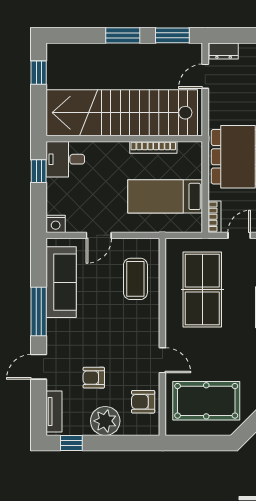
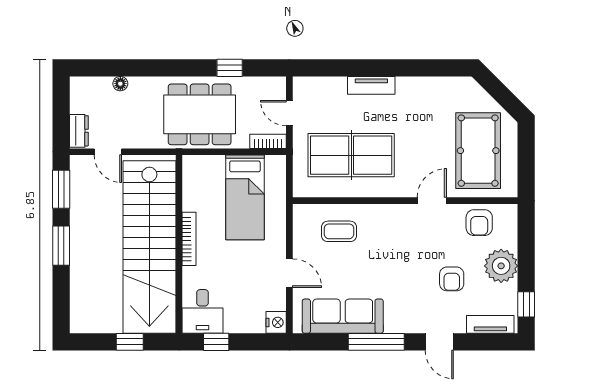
window: (39, 73) -> (130, 342), moved
bookcase: (153, 147) -> (189, 239), moved
coffee table: (135, 279) -> (339, 231), width x0.73, depth x0.77

